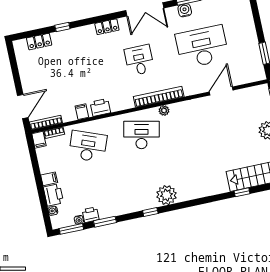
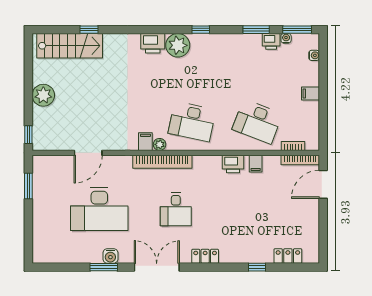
filing cabinet: (39, 140) -> (145, 142), moved
printer: (53, 195) -> (153, 43), moved, turned -90

